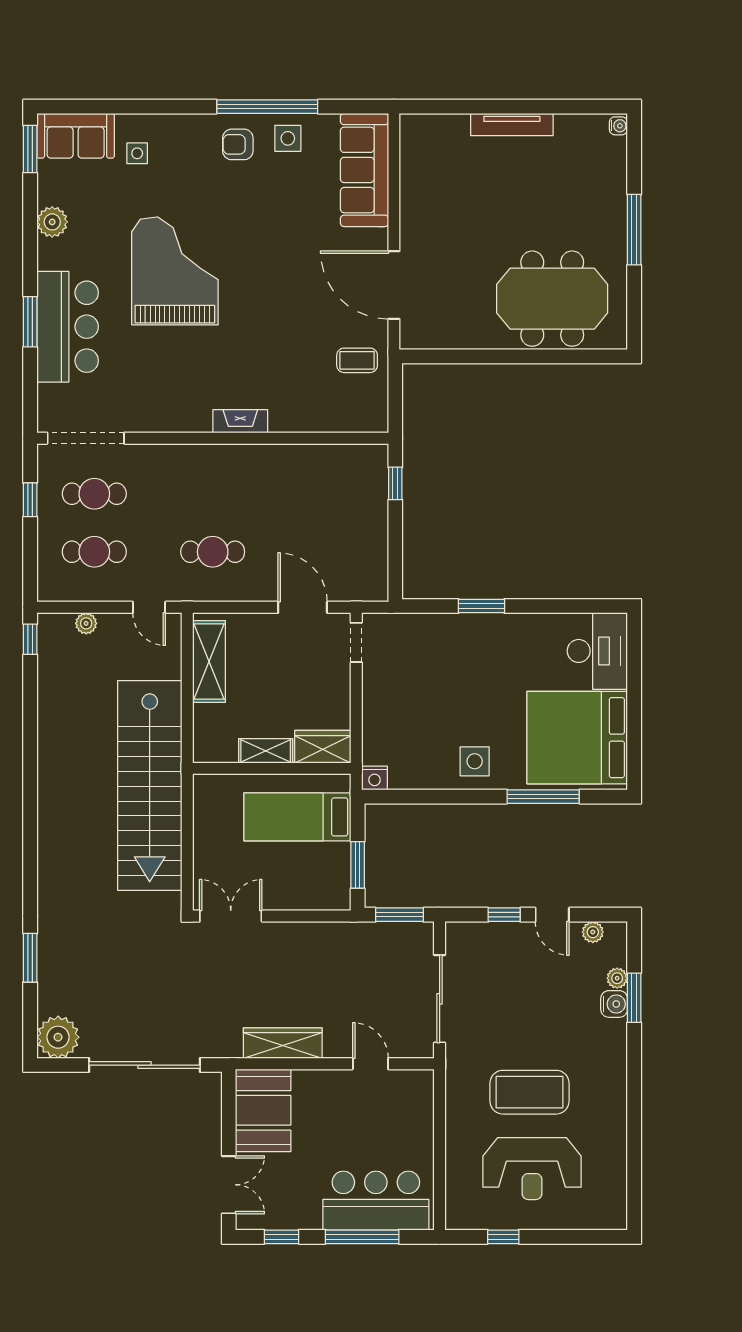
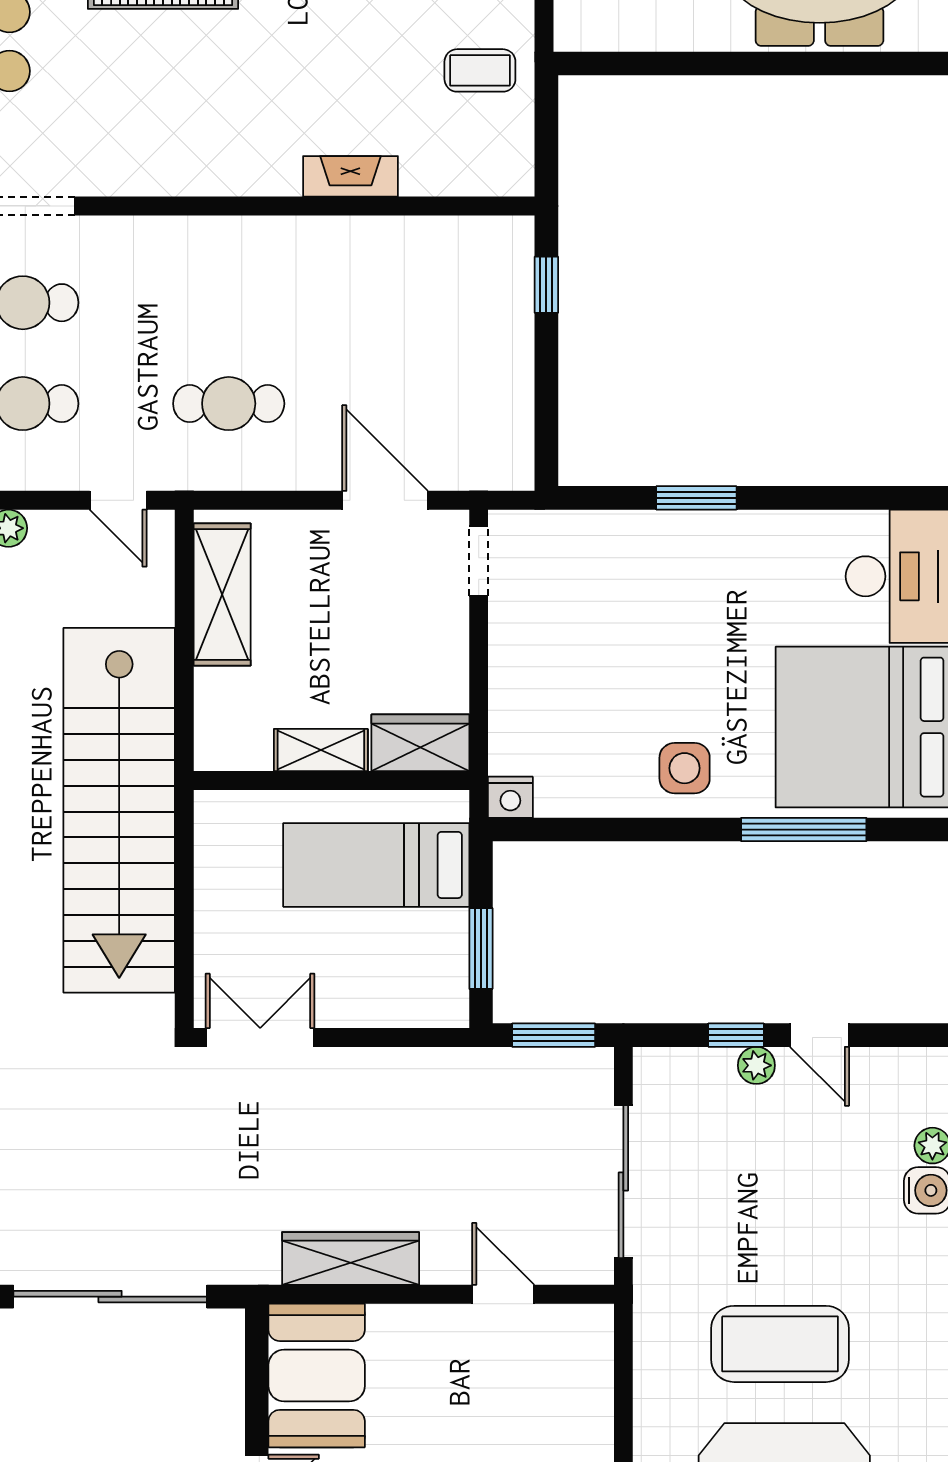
fireplace: (240, 421) -> (350, 176), moved
plant: (593, 932) -> (756, 1065), moved

